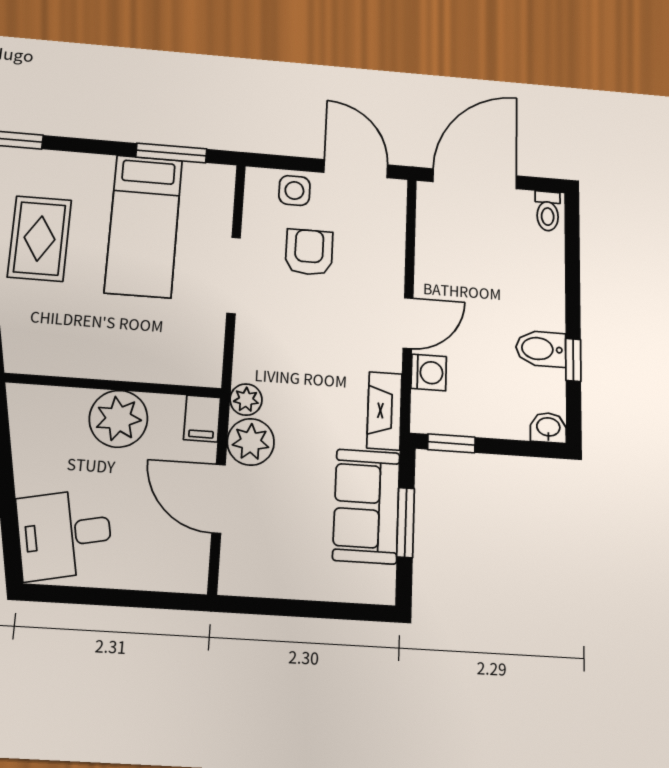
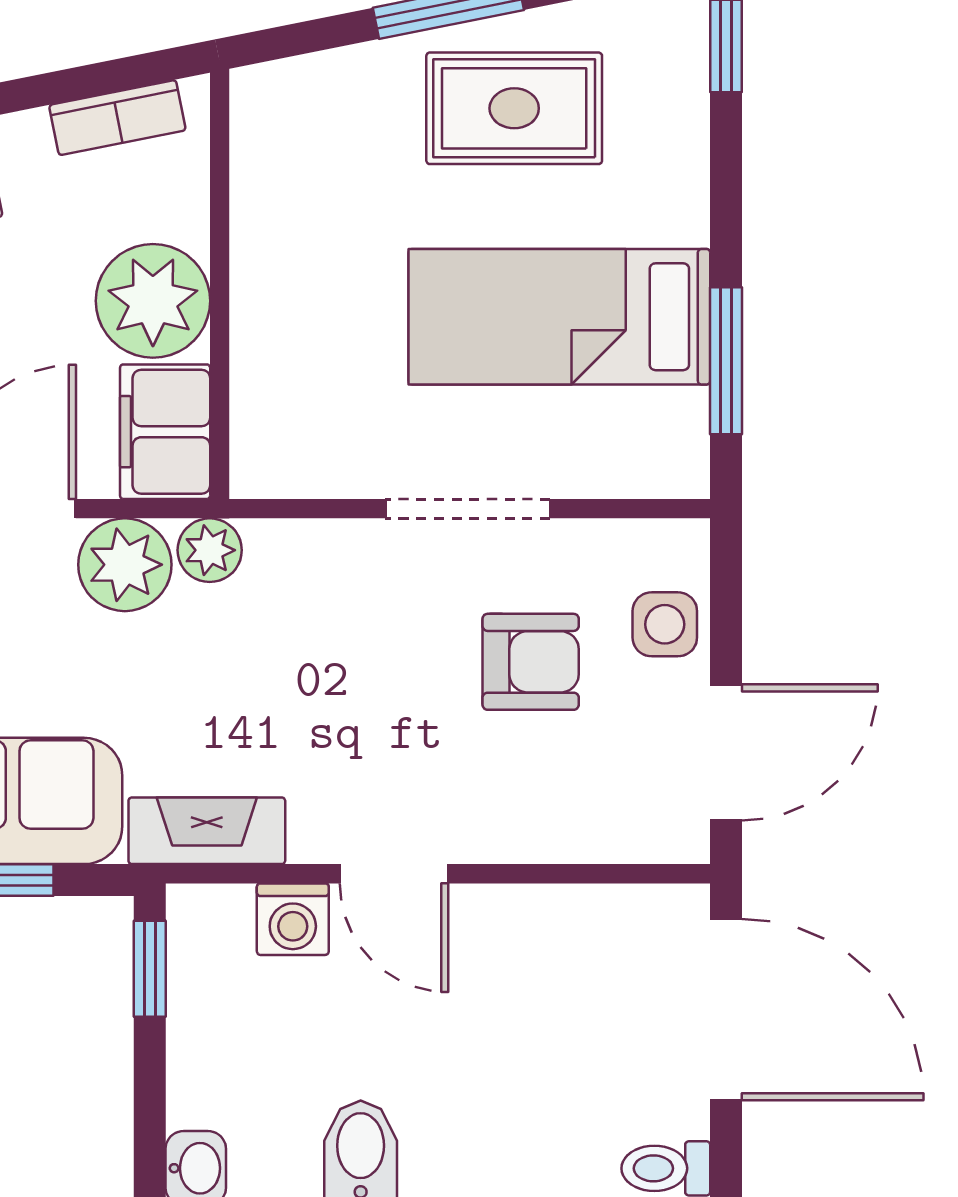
filing cabinet: (202, 419) -> (165, 432), width x2.00
bookcase: (23, 430) -> (117, 118), added

